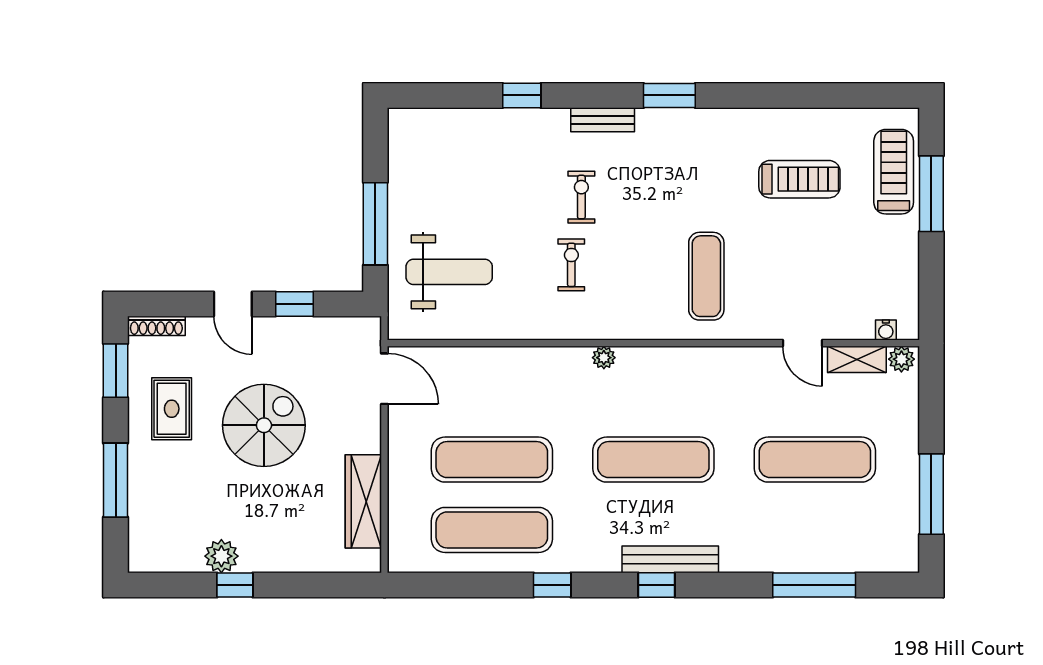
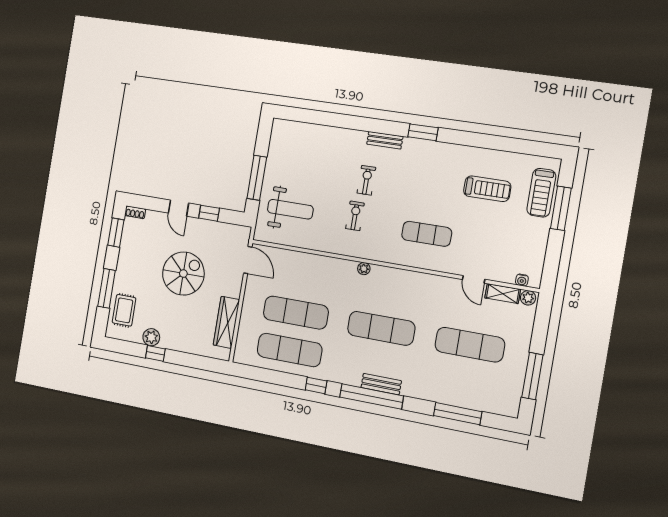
window: (522, 95) -> (344, 121), removed
treadmill: (894, 172) -> (541, 193), turned 180
exercise mat: (706, 276) -> (427, 234), turned 90
shoe rack: (156, 326) -> (135, 212), width x0.70
rug: (172, 409) -> (124, 310), moved
bench: (670, 559) -> (381, 384), width x0.73
window: (657, 585) -> (371, 396), width x3.17

